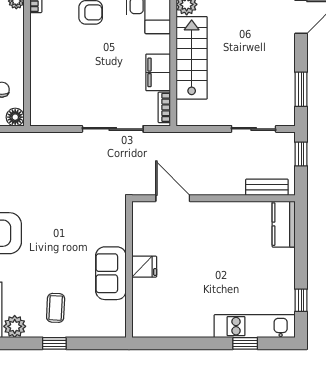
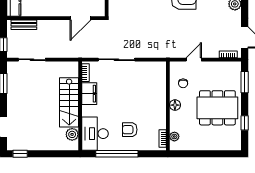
floor lamp: (15, 117) -> (175, 105), moved
door: (173, 198) -> (80, 18), hinge flipped

